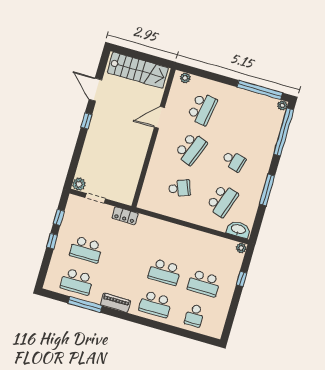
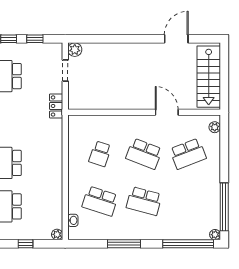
school desk: (202, 109) -> (188, 154), turned -30
window: (86, 121) -> (142, 39), removed
school desk: (234, 161) -> (144, 201), width x1.85
school desk: (180, 188) -> (100, 154), turned 39
washbasin: (238, 230) -> (73, 220), width x0.52, depth x0.69

